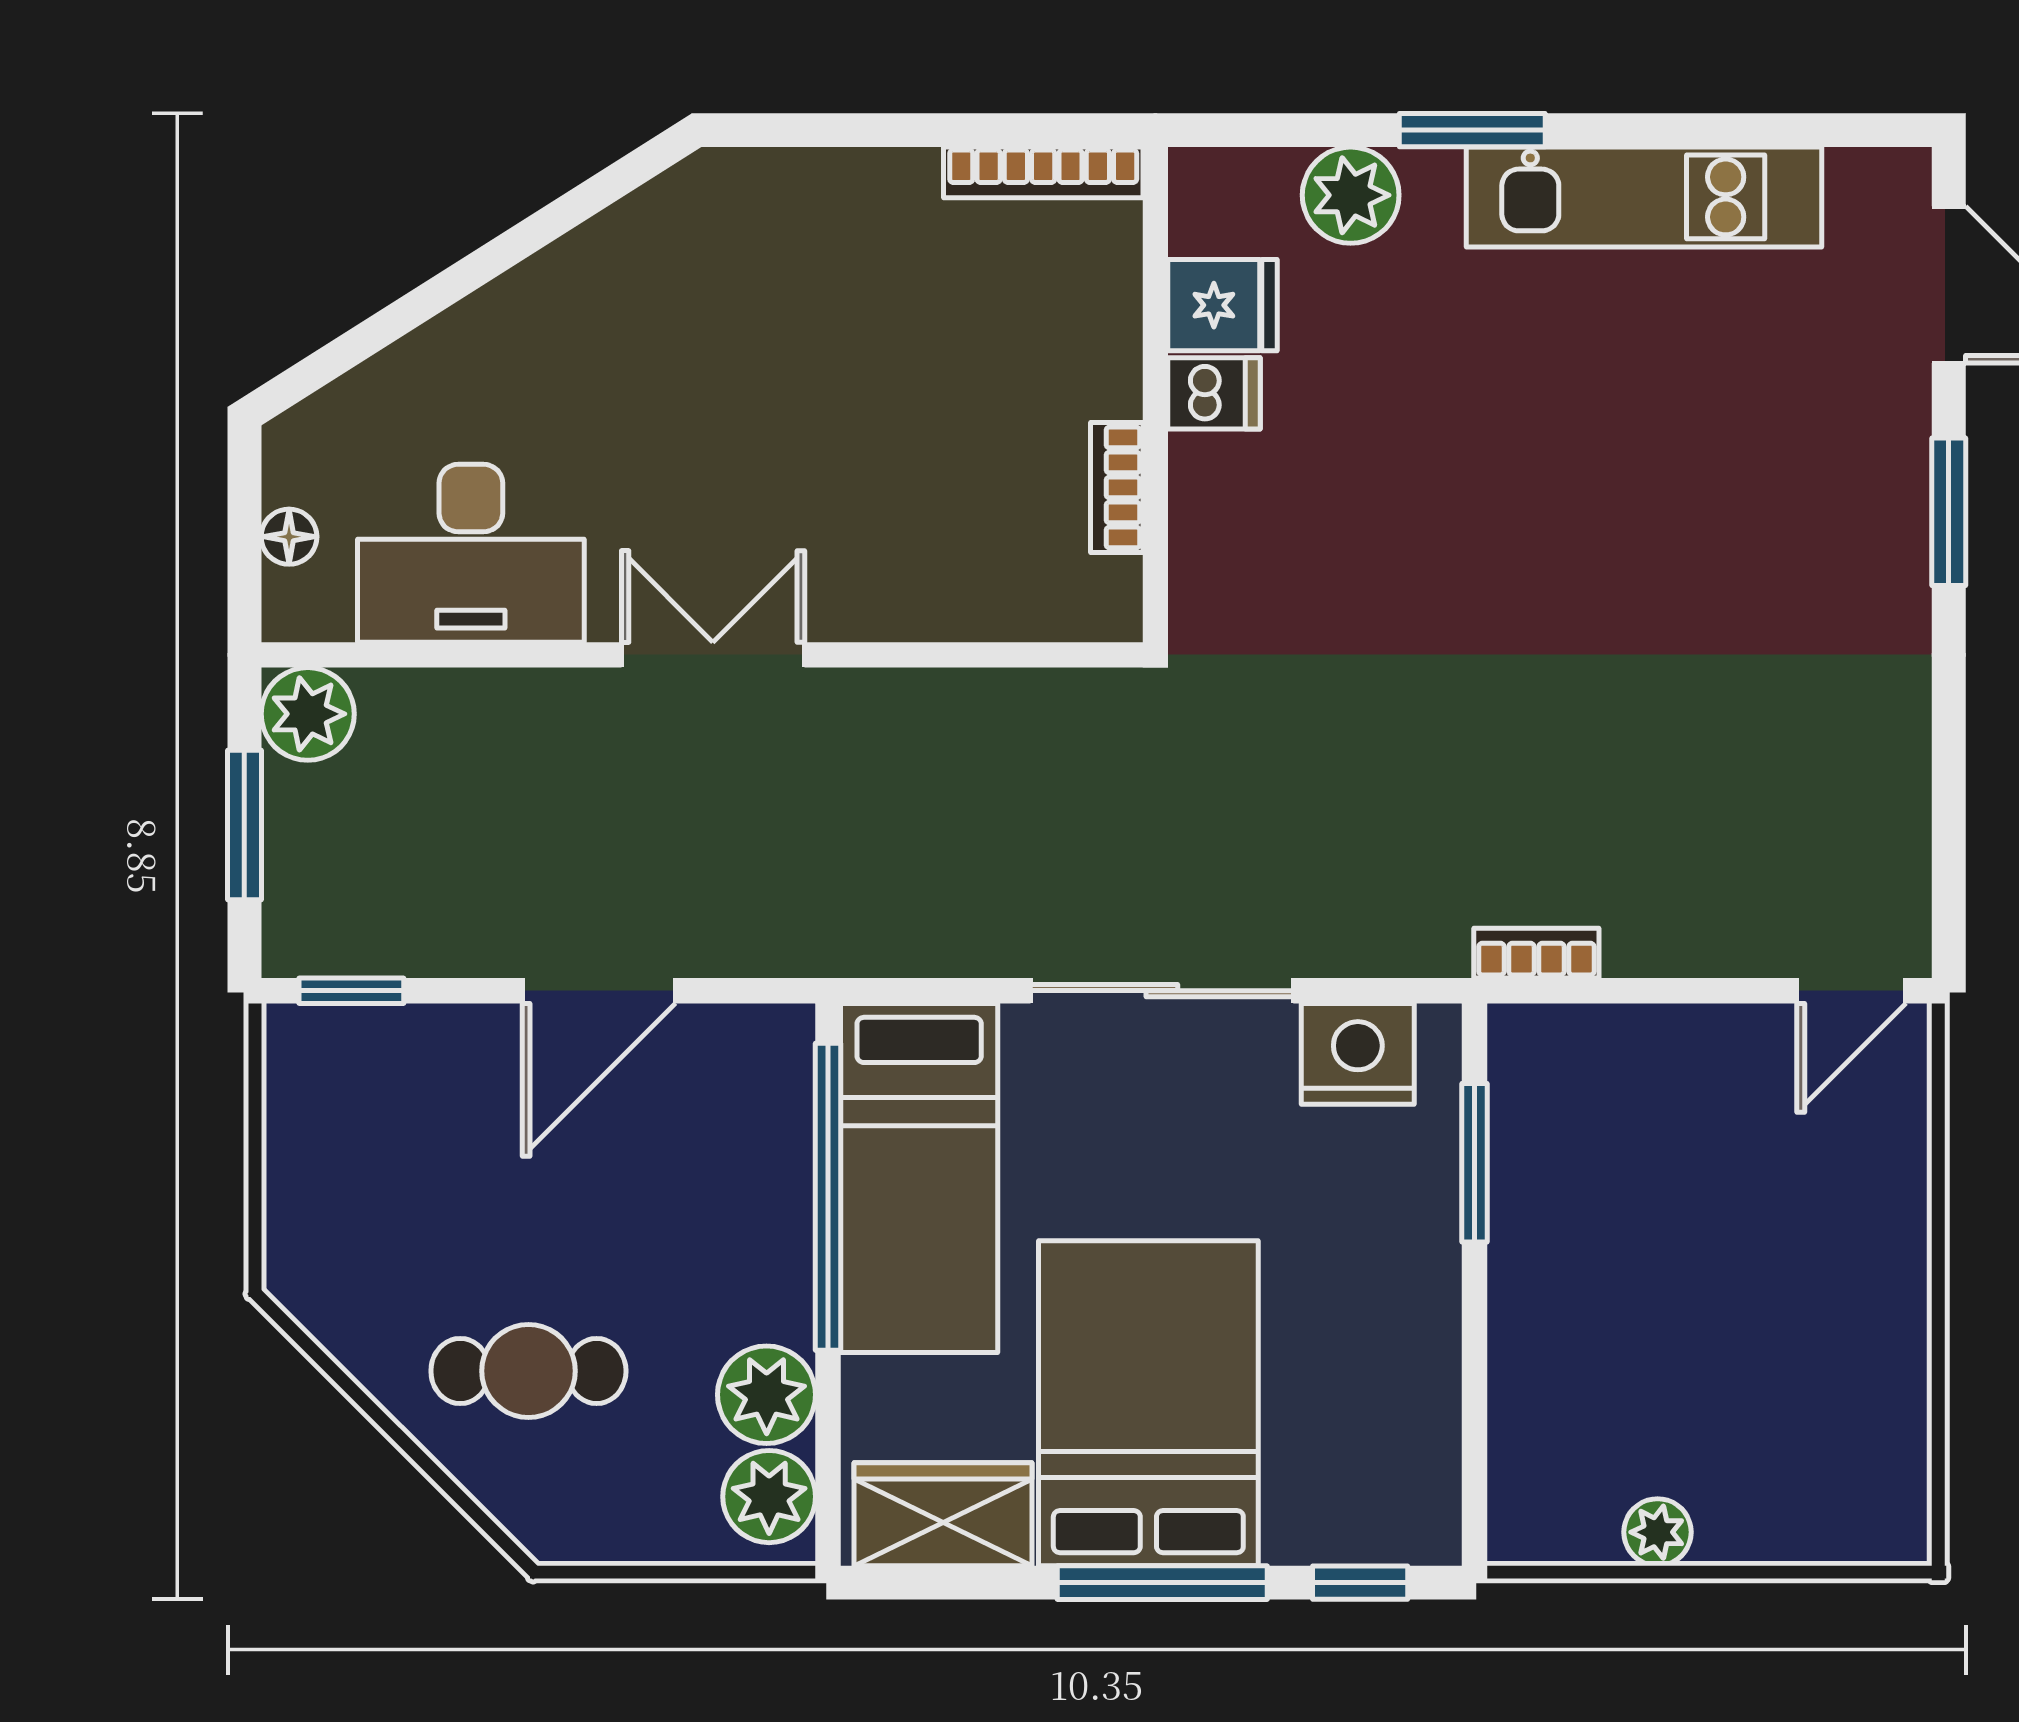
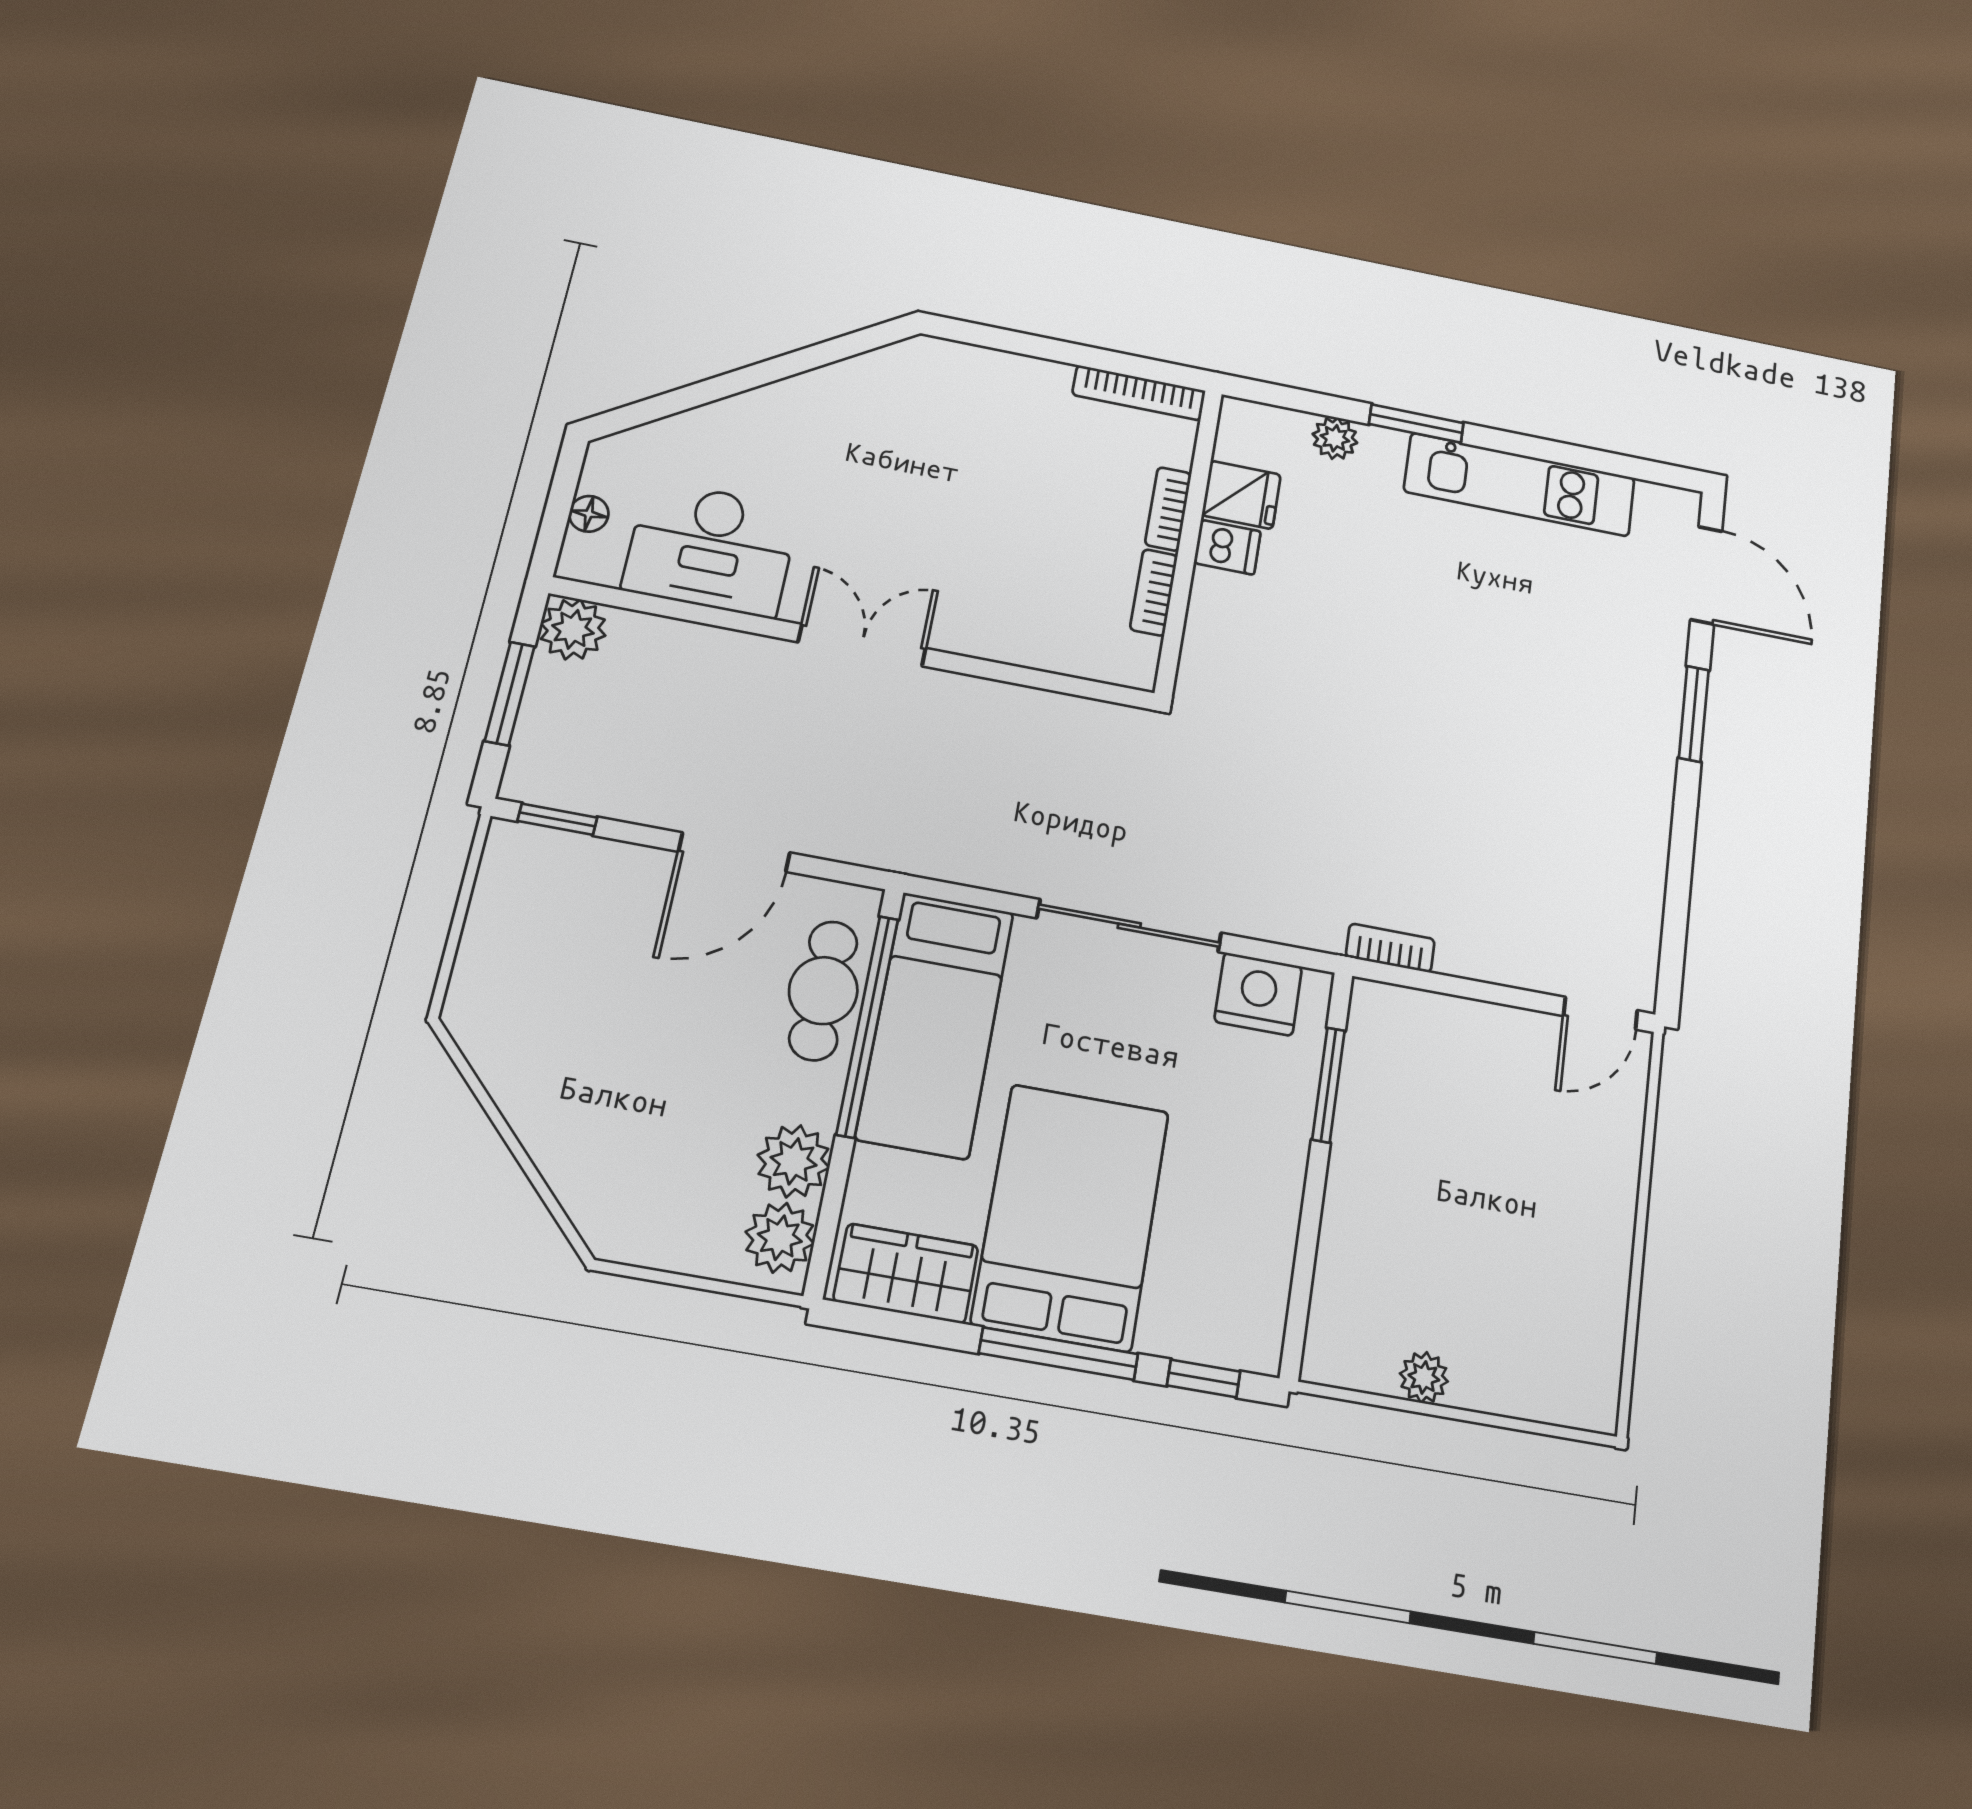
plant: (1351, 195) -> (1335, 438), width x0.73, depth x0.73
bookcase: (1117, 351) -> (1168, 509), added
cafe table: (528, 1371) -> (823, 991), moved, turned 90

